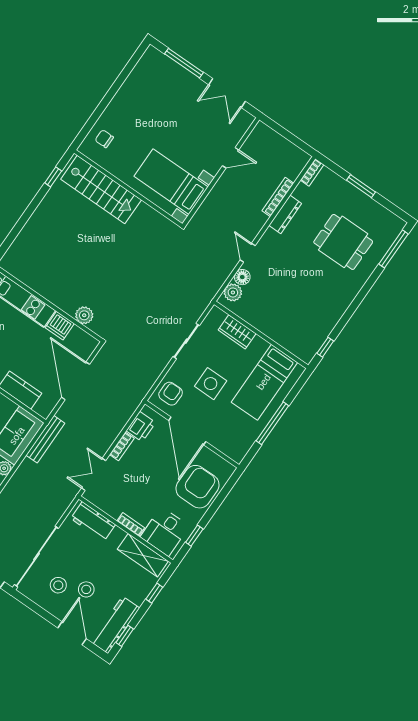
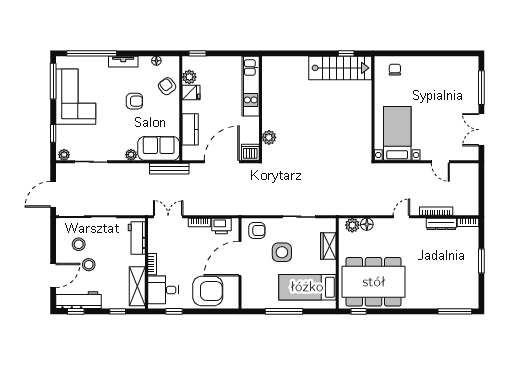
stairs: (101, 190) -> (340, 68), moved, turned -90
dresser: (285, 214) -> (441, 224), moved
dining table: (343, 242) -> (374, 282), moved, width x1.88, depth x1.24
door: (248, 253) -> (401, 217), moved
dishwasher: (60, 326) -> (250, 152), moved, turned 90

